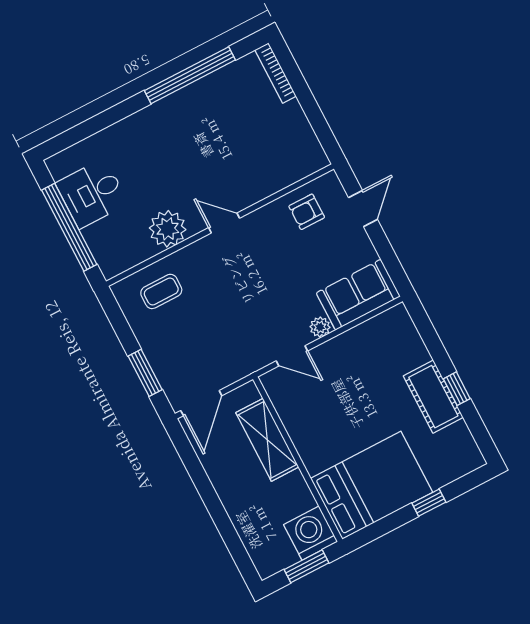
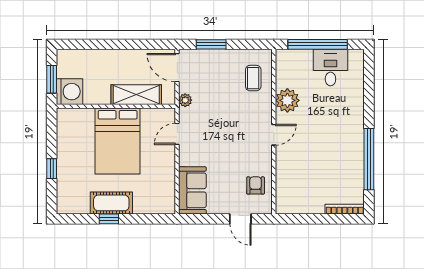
plant: (320, 327) -> (185, 100), moved
bed: (372, 485) -> (118, 141), moved

